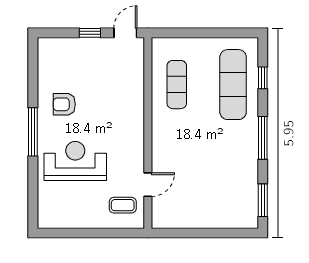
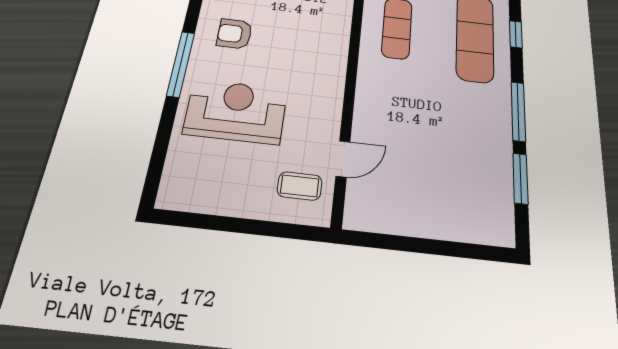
window: (263, 200) -> (520, 178), moved

